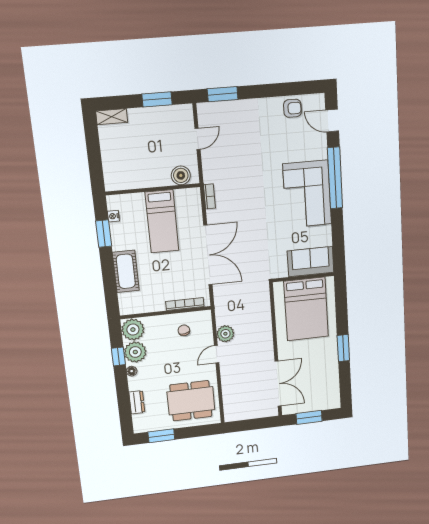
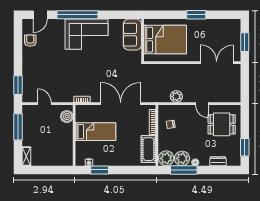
window: (157, 99) -> (18, 127), width x1.44
cot: (126, 271) -> (148, 149), moved, turned 90
door: (217, 354) -> (202, 104), moved
window: (118, 356) -> (184, 170), width x2.17
dining table: (191, 401) -> (222, 124), width x0.73

